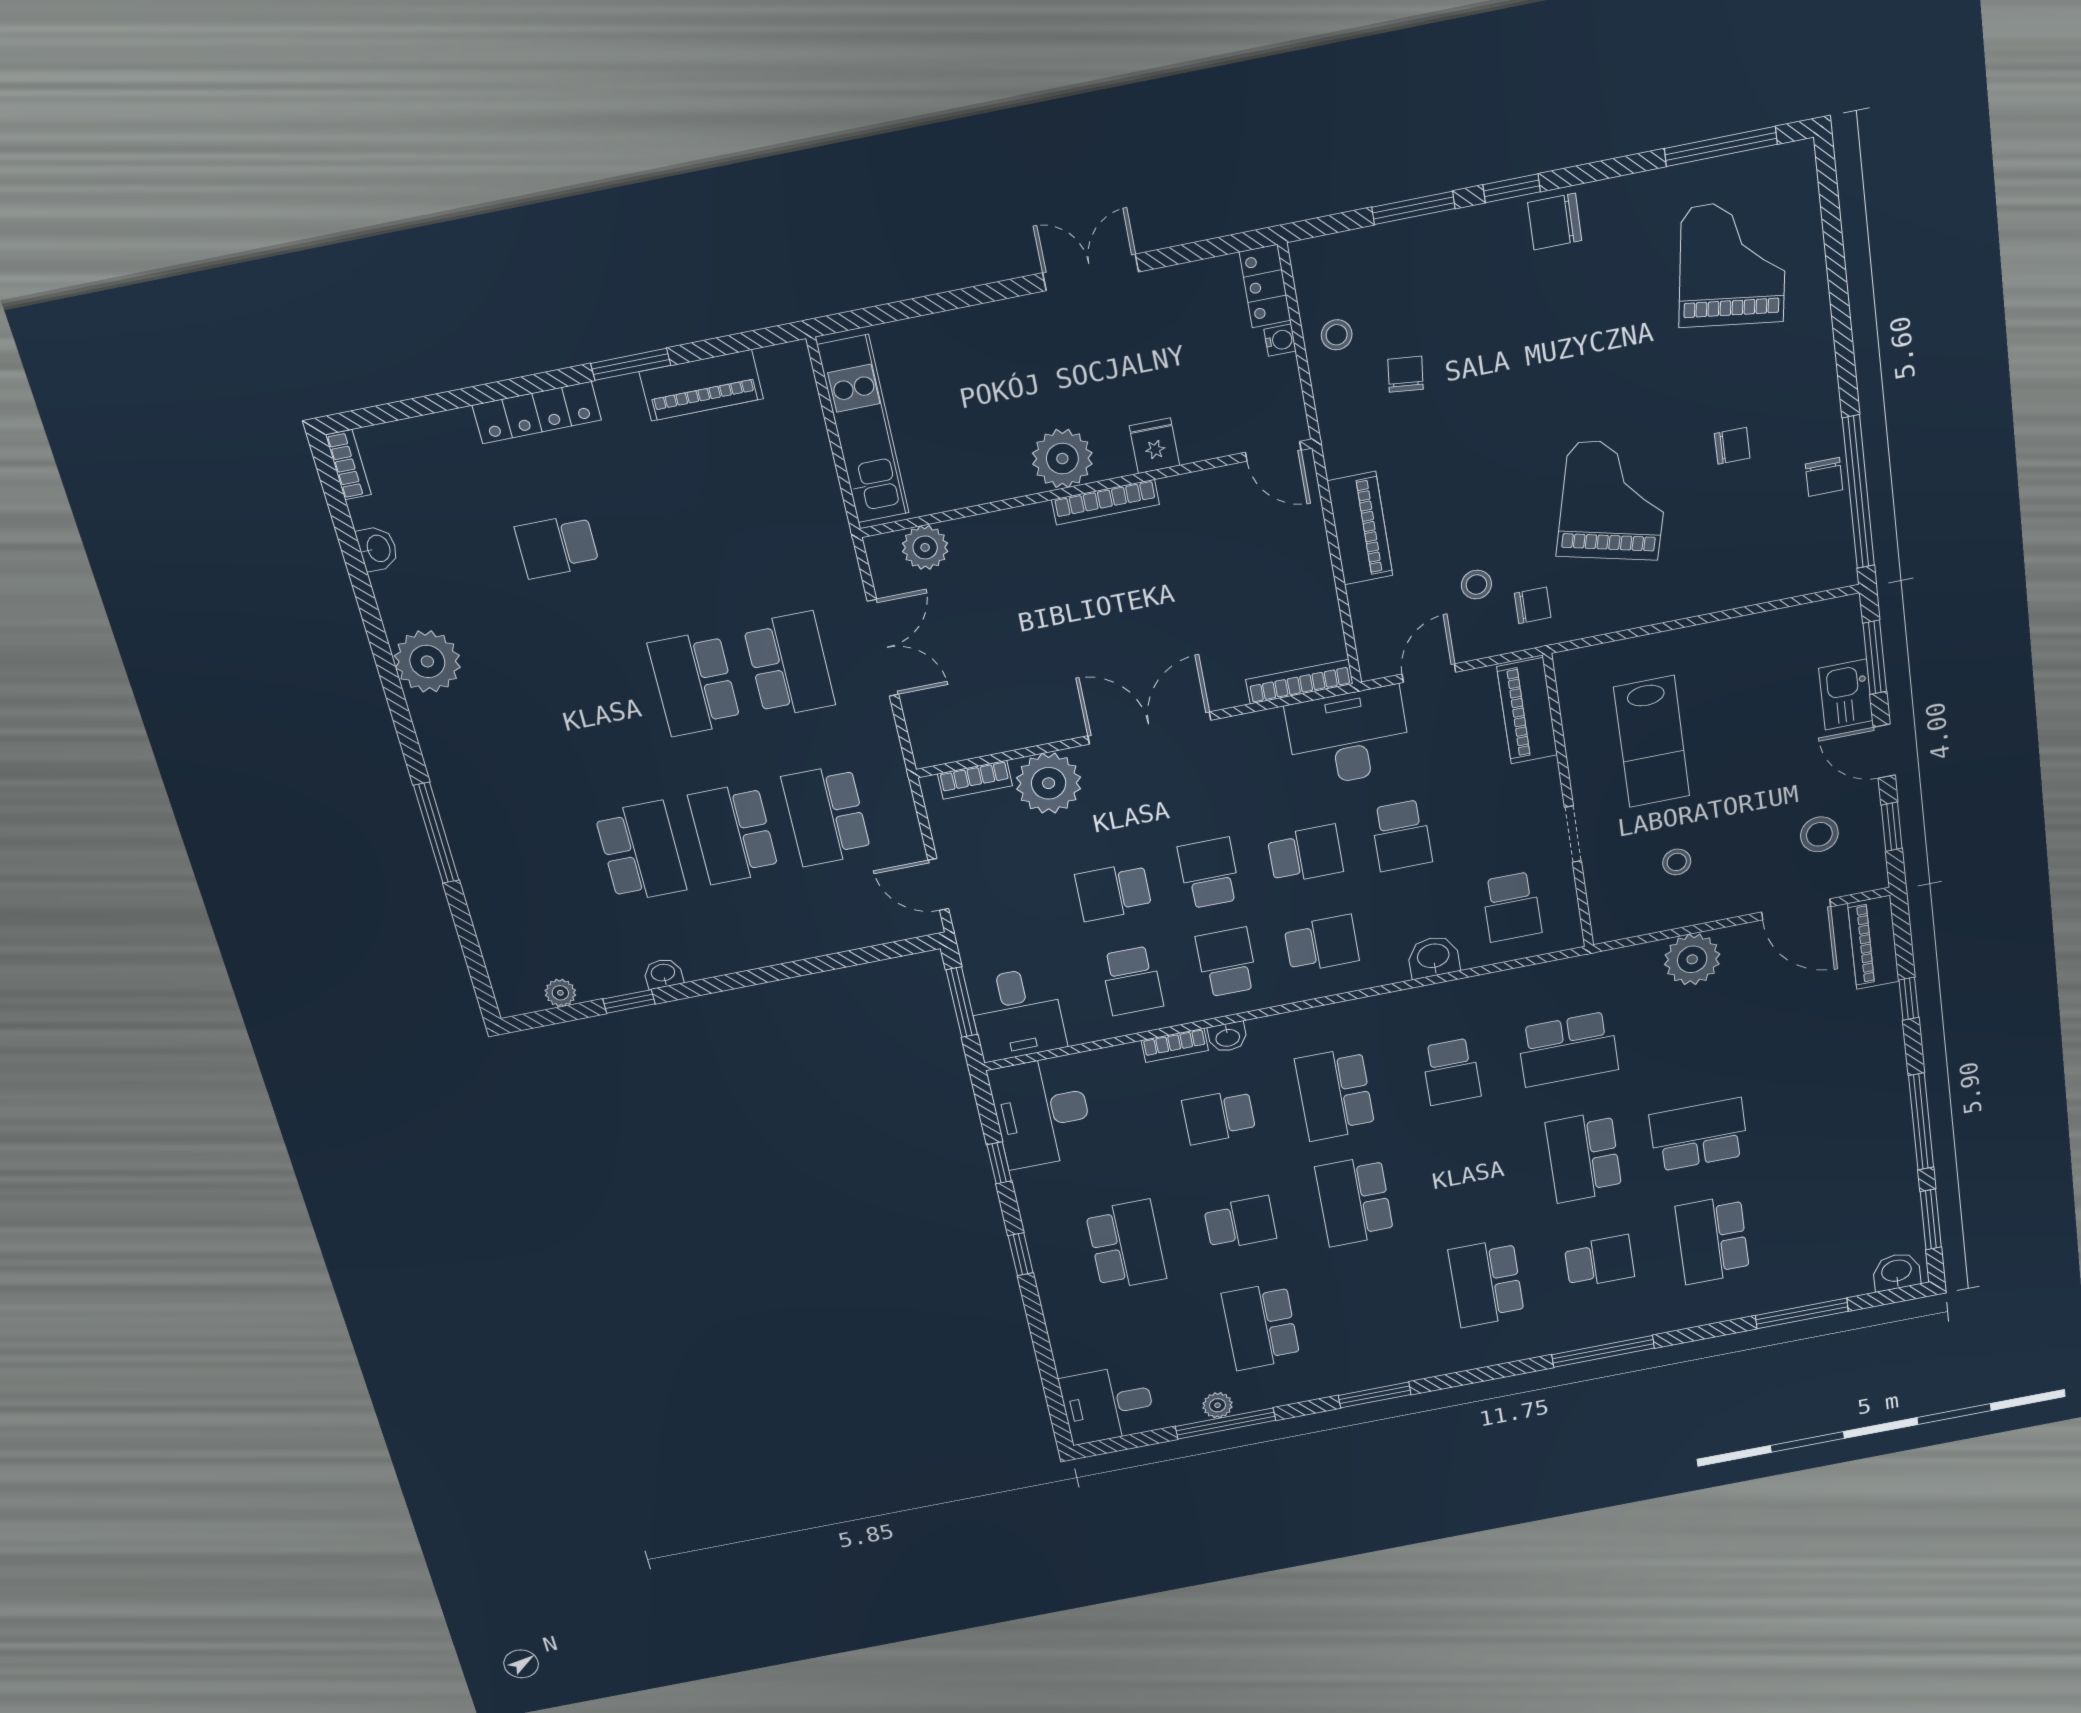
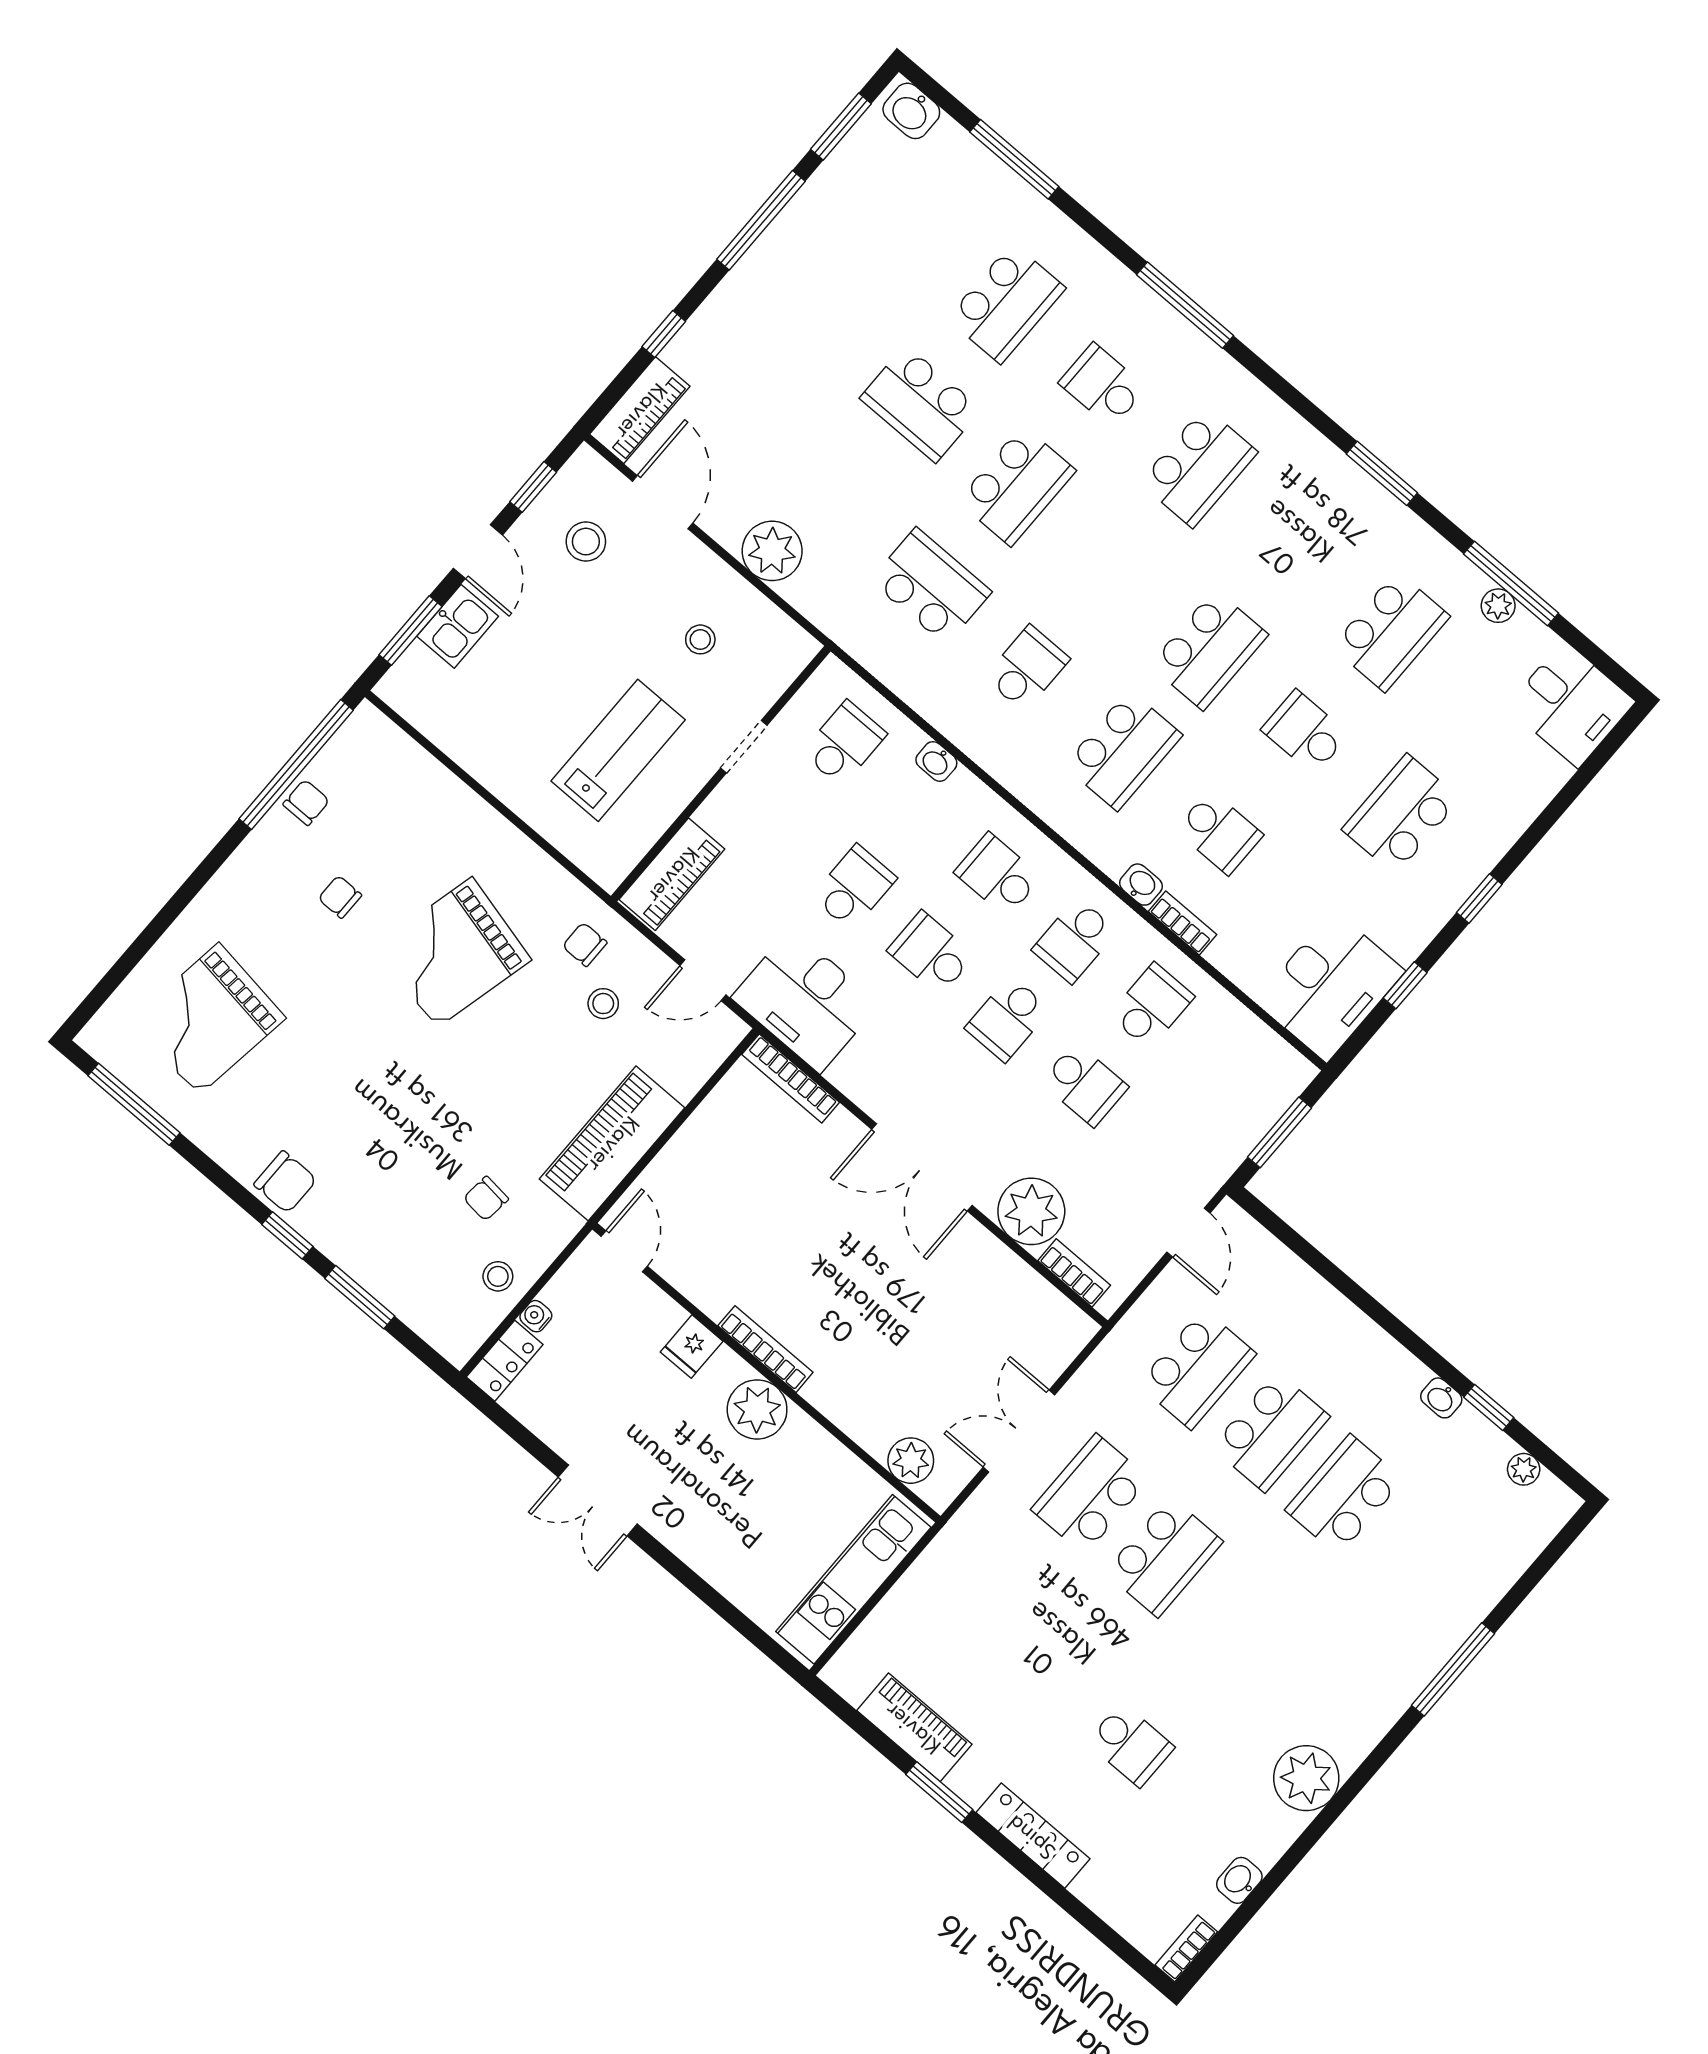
piano: (1360, 528) -> (612, 1143), width x1.37, depth x1.33
washbasin: (1433, 957) -> (936, 761), width x0.72, depth x0.69
desk: (1017, 1014) -> (1255, 1078), removed

